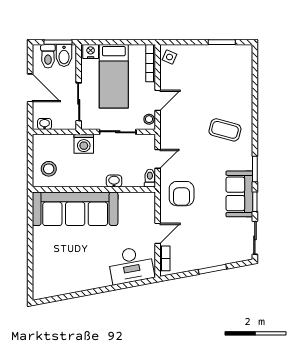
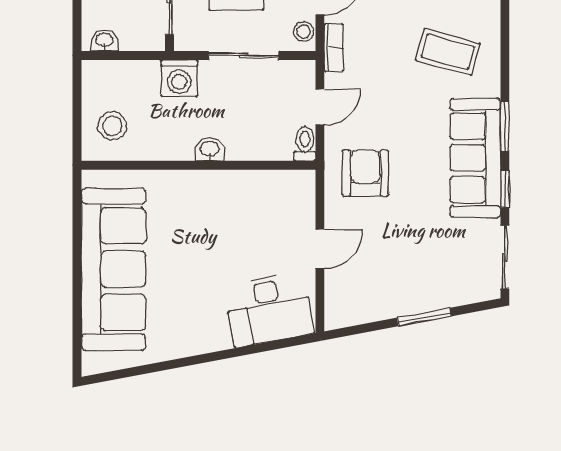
washbasin: (114, 181) -> (210, 149), moved
armchair: (182, 194) -> (365, 173), turned 180
sofa: (239, 194) -> (475, 158), width x1.36
sofa: (75, 209) -> (114, 269), moved, turned -90
bookcase: (165, 258) -> (334, 48), moved

